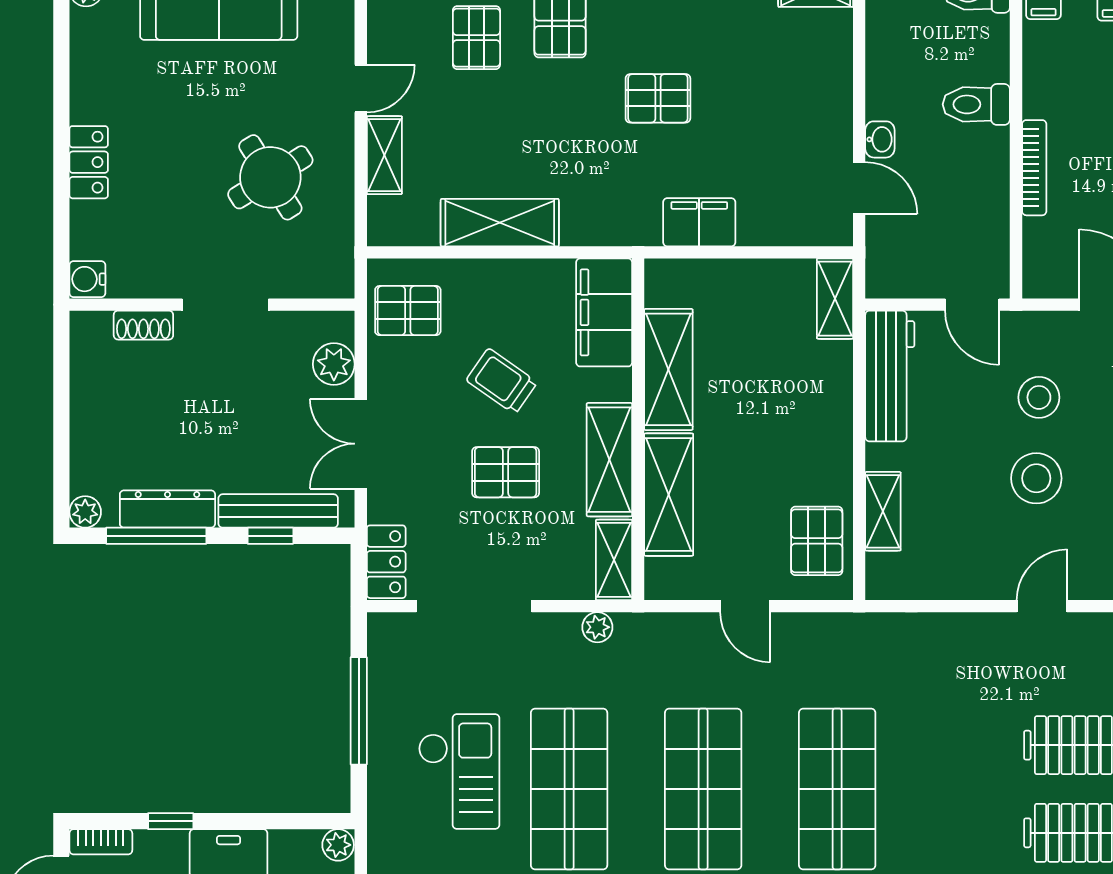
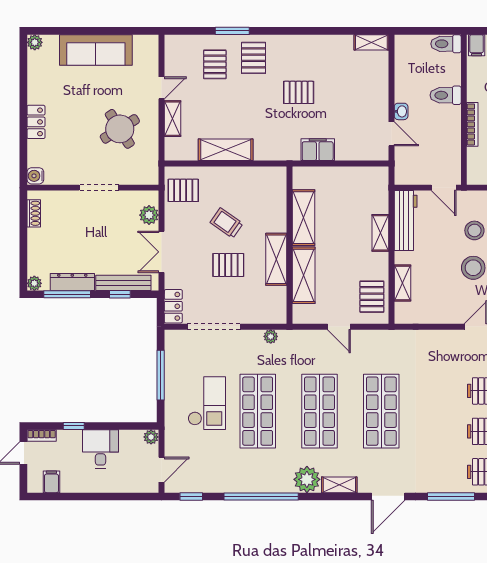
shelving: (835, 299) -> (380, 233), moved
filing cabinet: (604, 312) -> (274, 191), removed
shoe rack: (143, 325) -> (34, 213), moved, turned -90
shelving: (614, 560) -> (278, 305), removed

